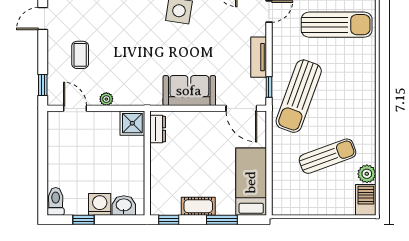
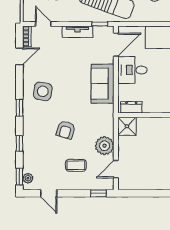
armchair: (128, 41) -> (66, 130), added
plant: (106, 99) -> (105, 146), width x1.88, depth x1.88
desk: (207, 131) -> (132, 70), added

